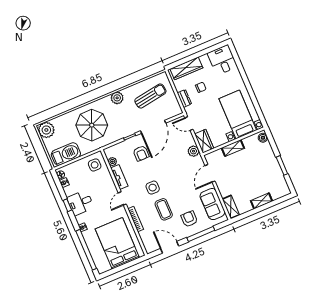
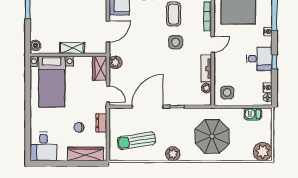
armchair: (141, 153) -> (172, 84), removed
barbecue: (66, 154) -> (253, 114), width x0.53, depth x0.65

